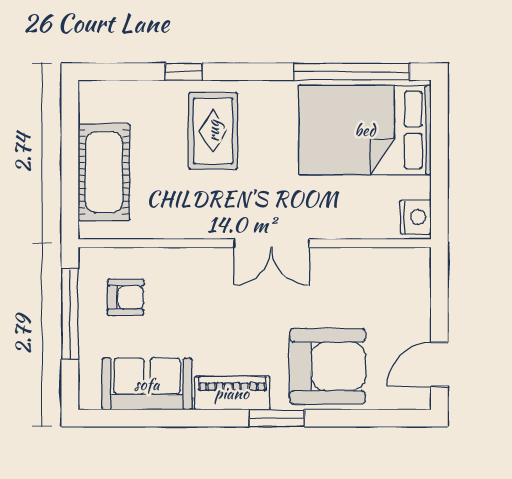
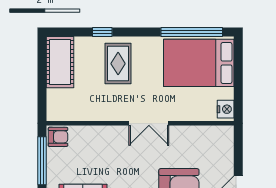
cot: (104, 172) -> (60, 62), moved
armchair: (126, 297) -> (58, 137), moved

